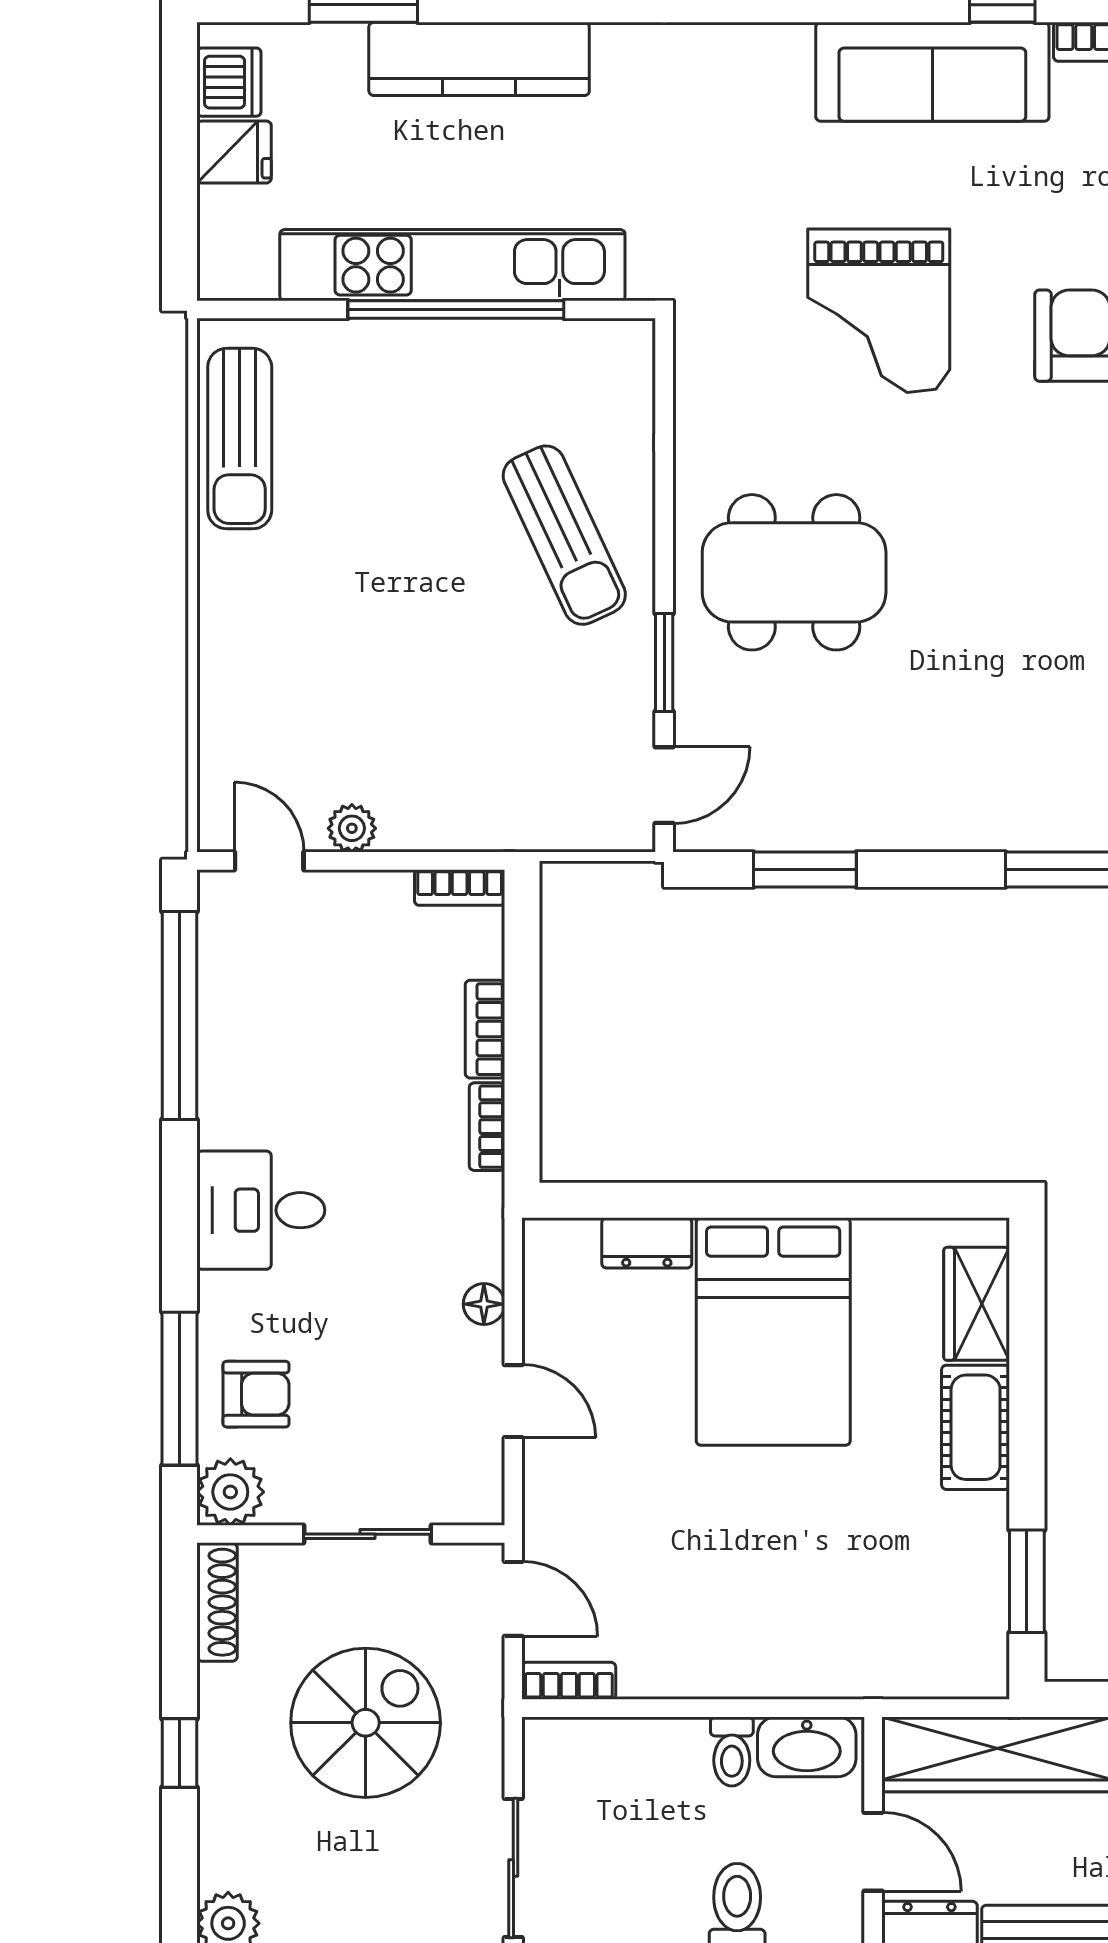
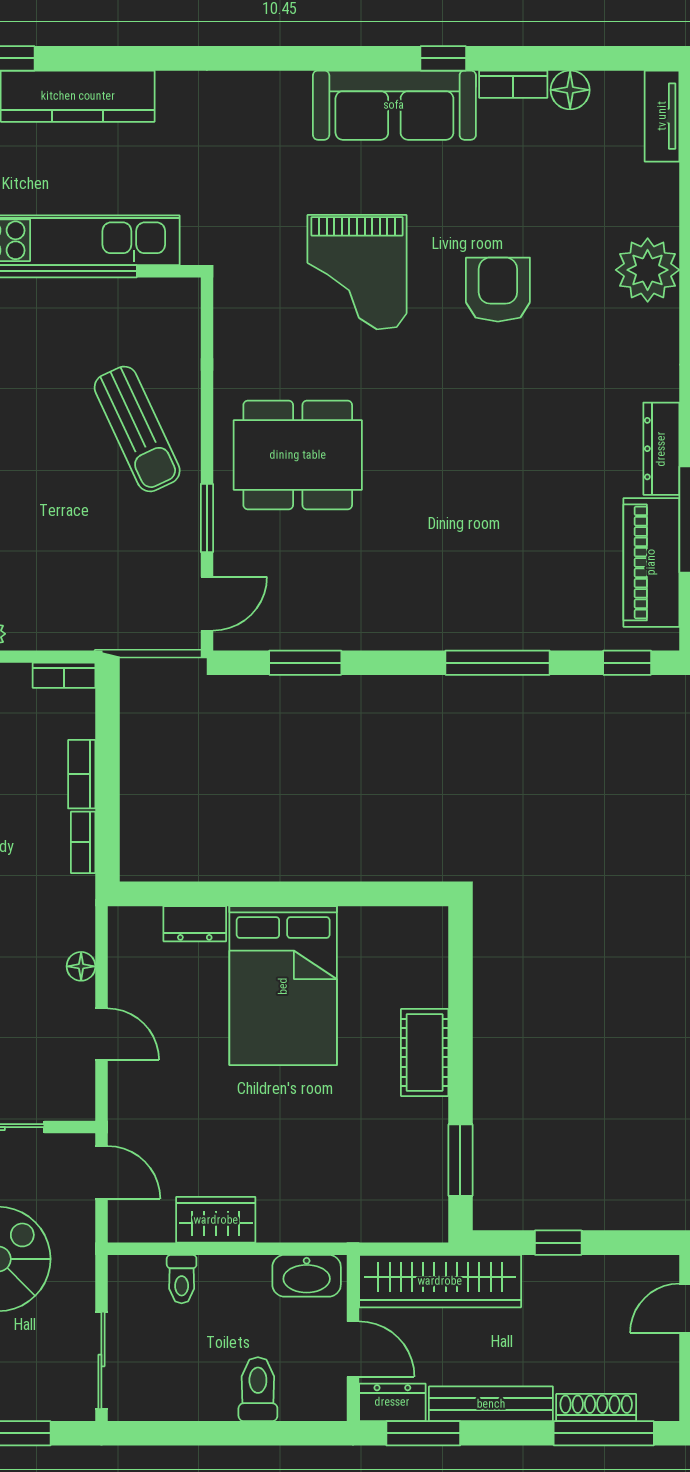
wardrobe: (977, 1304) -> (216, 1220), moved, turned 90
bookcase: (569, 1681) -> (140, 1230), removed
toilet: (732, 1751) -> (182, 1279), moved

